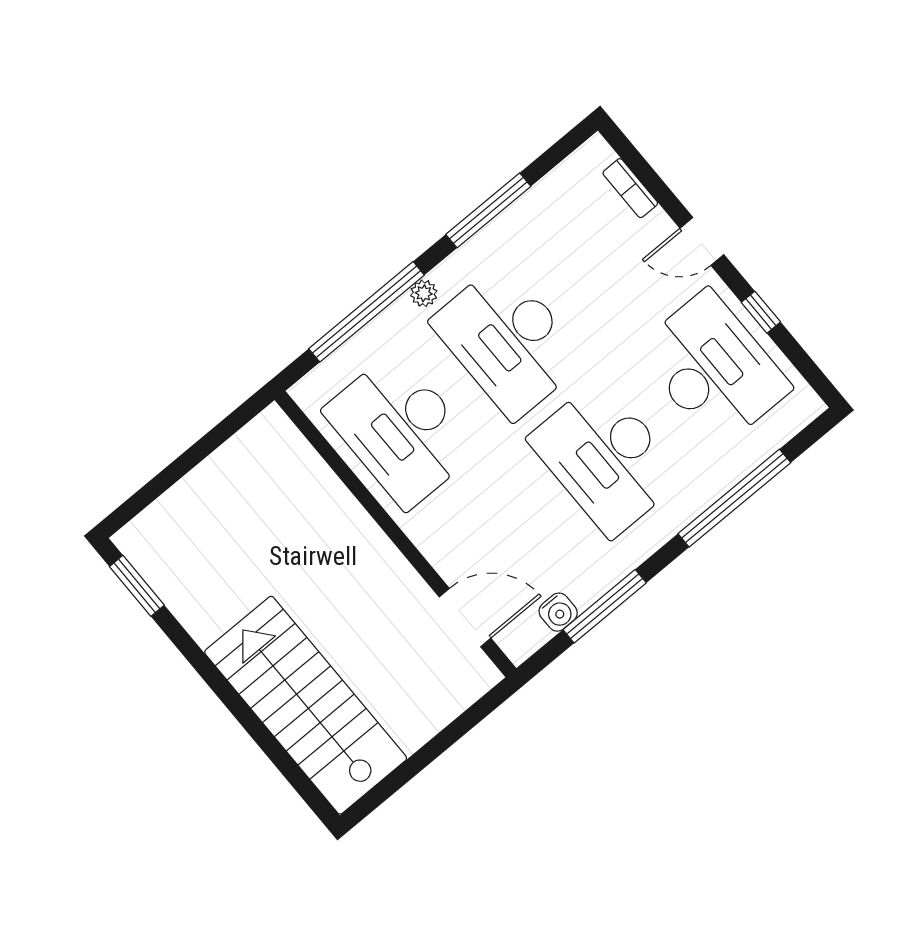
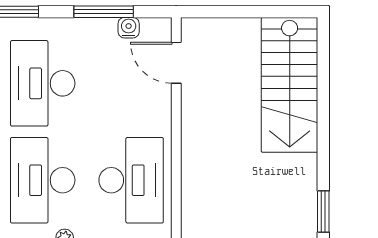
desk: (508, 341) -> (43, 180), turned 180
desk: (606, 458) -> (43, 83), turned 180

